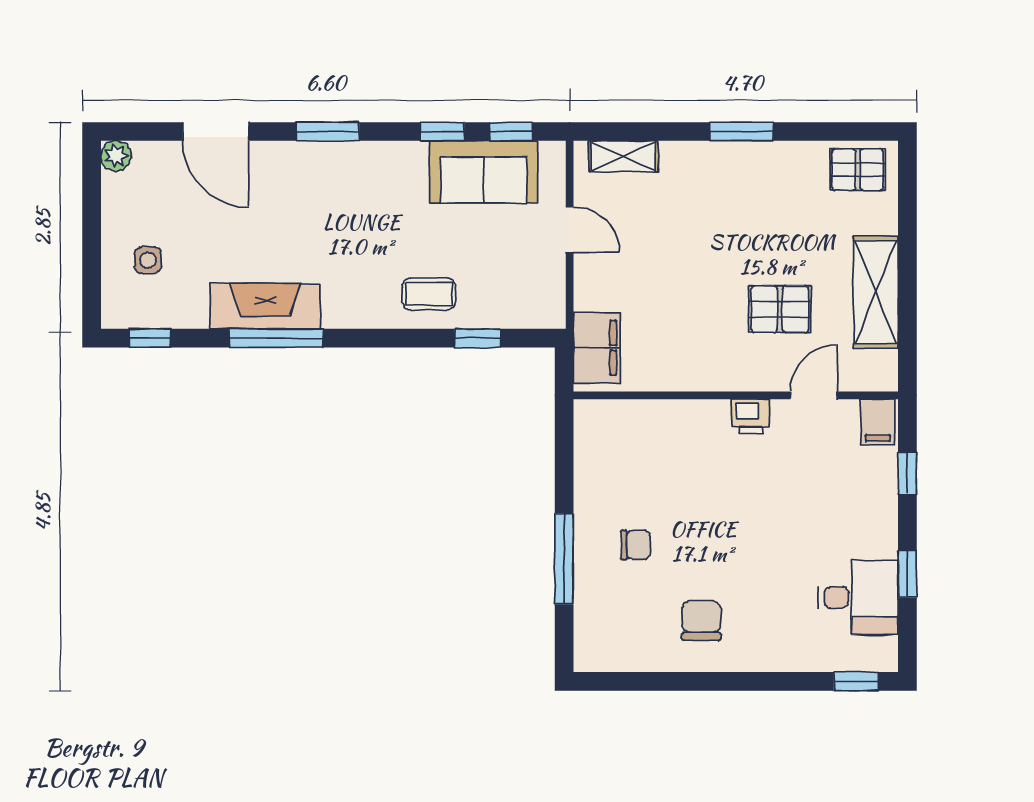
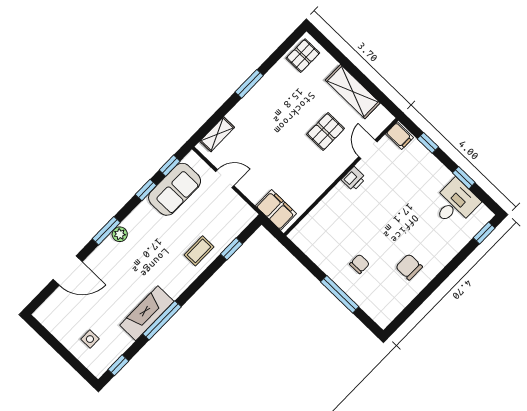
plant: (116, 156) -> (120, 234), moved

